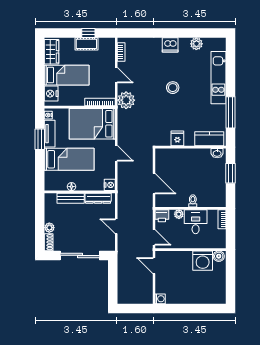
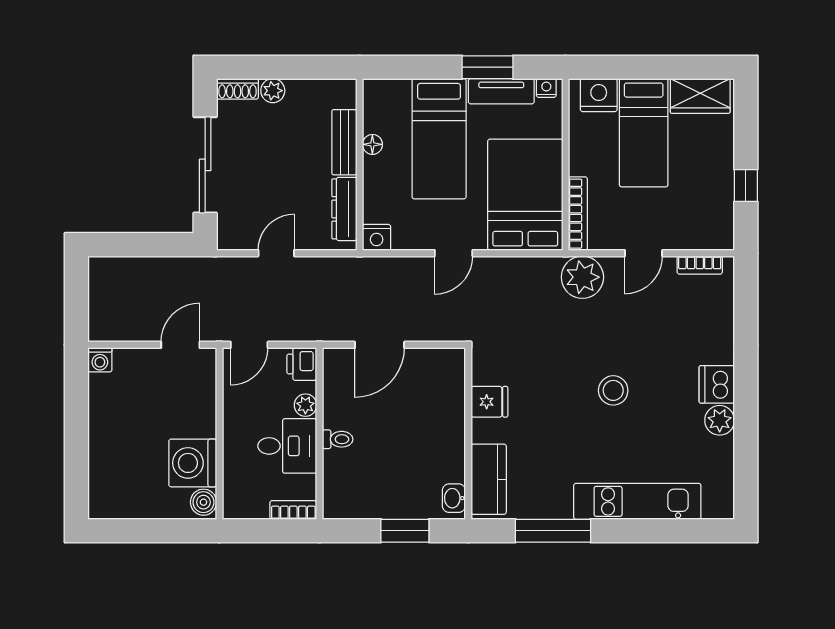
cot: (86, 44) -> (719, 181), removed
plant: (196, 44) -> (720, 420), moved

